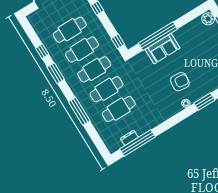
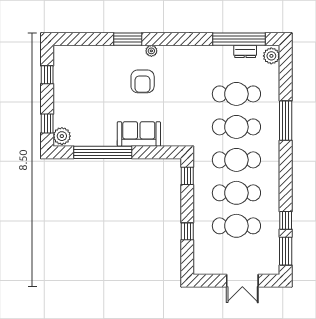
window: (158, 36) -> (103, 152), moved
window: (56, 73) -> (286, 251), moved
armchair: (180, 82) -> (143, 81), turned -96
plant: (112, 145) -> (271, 56), added

